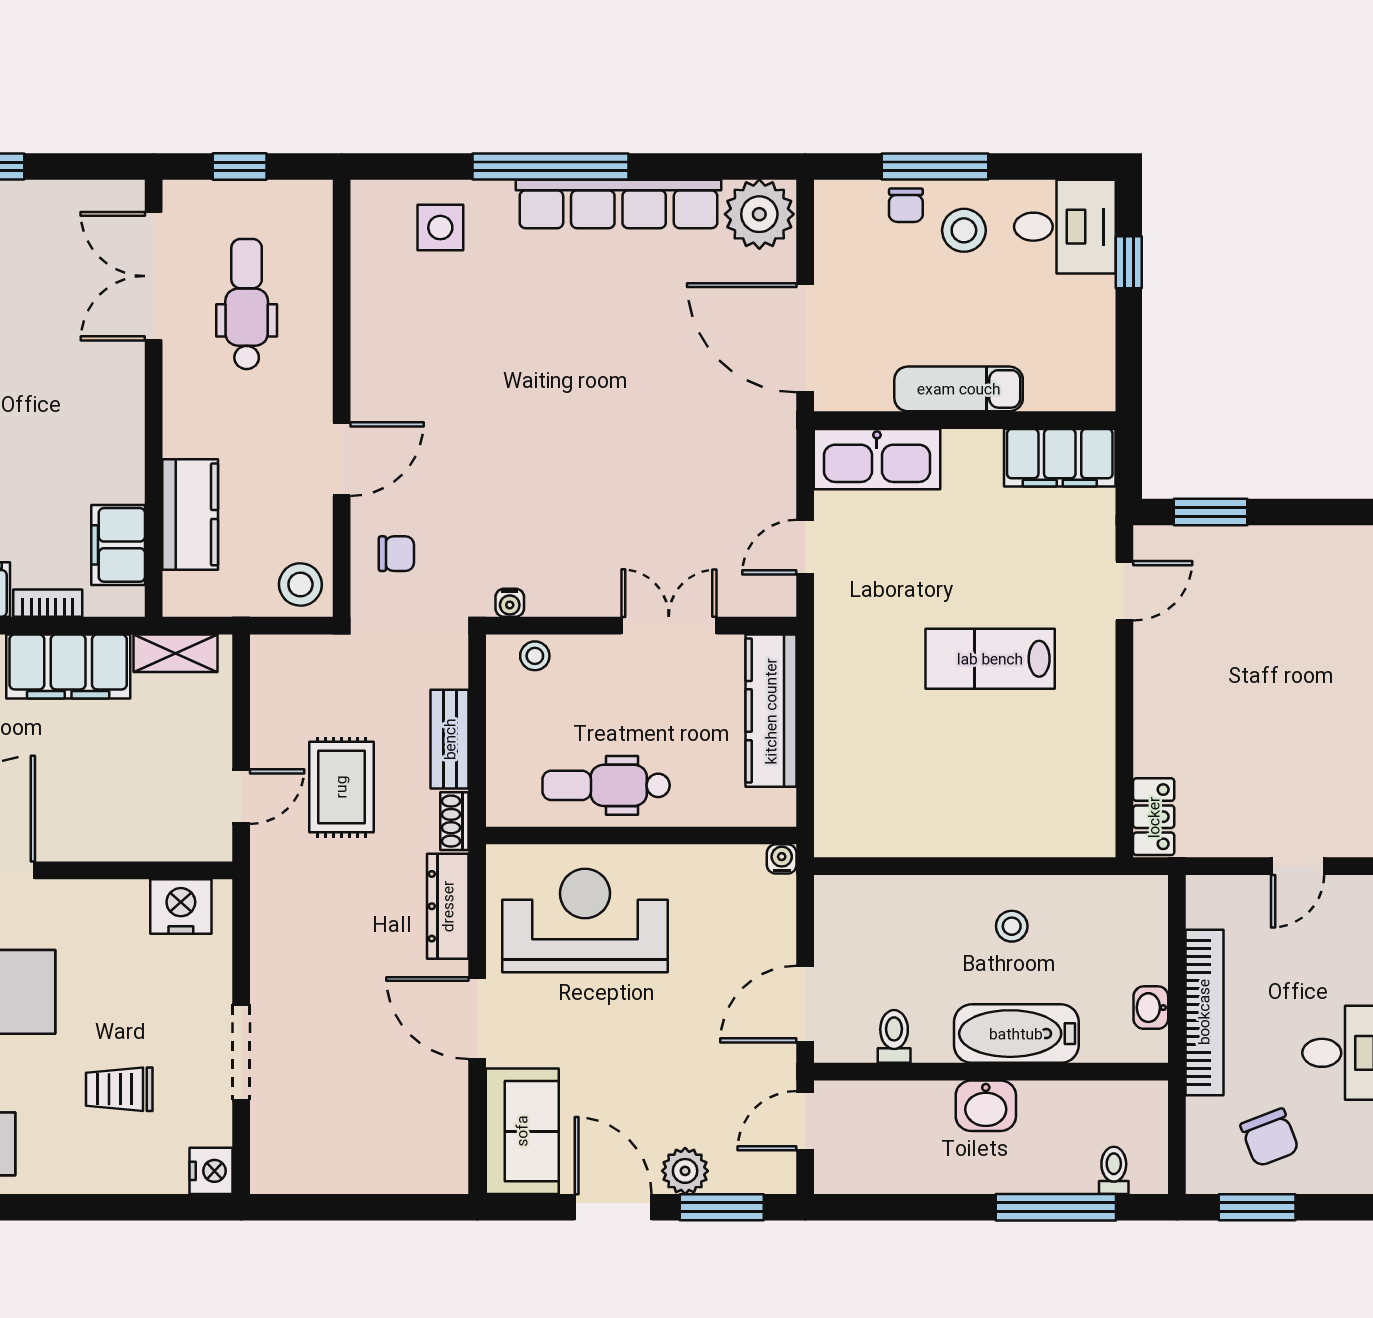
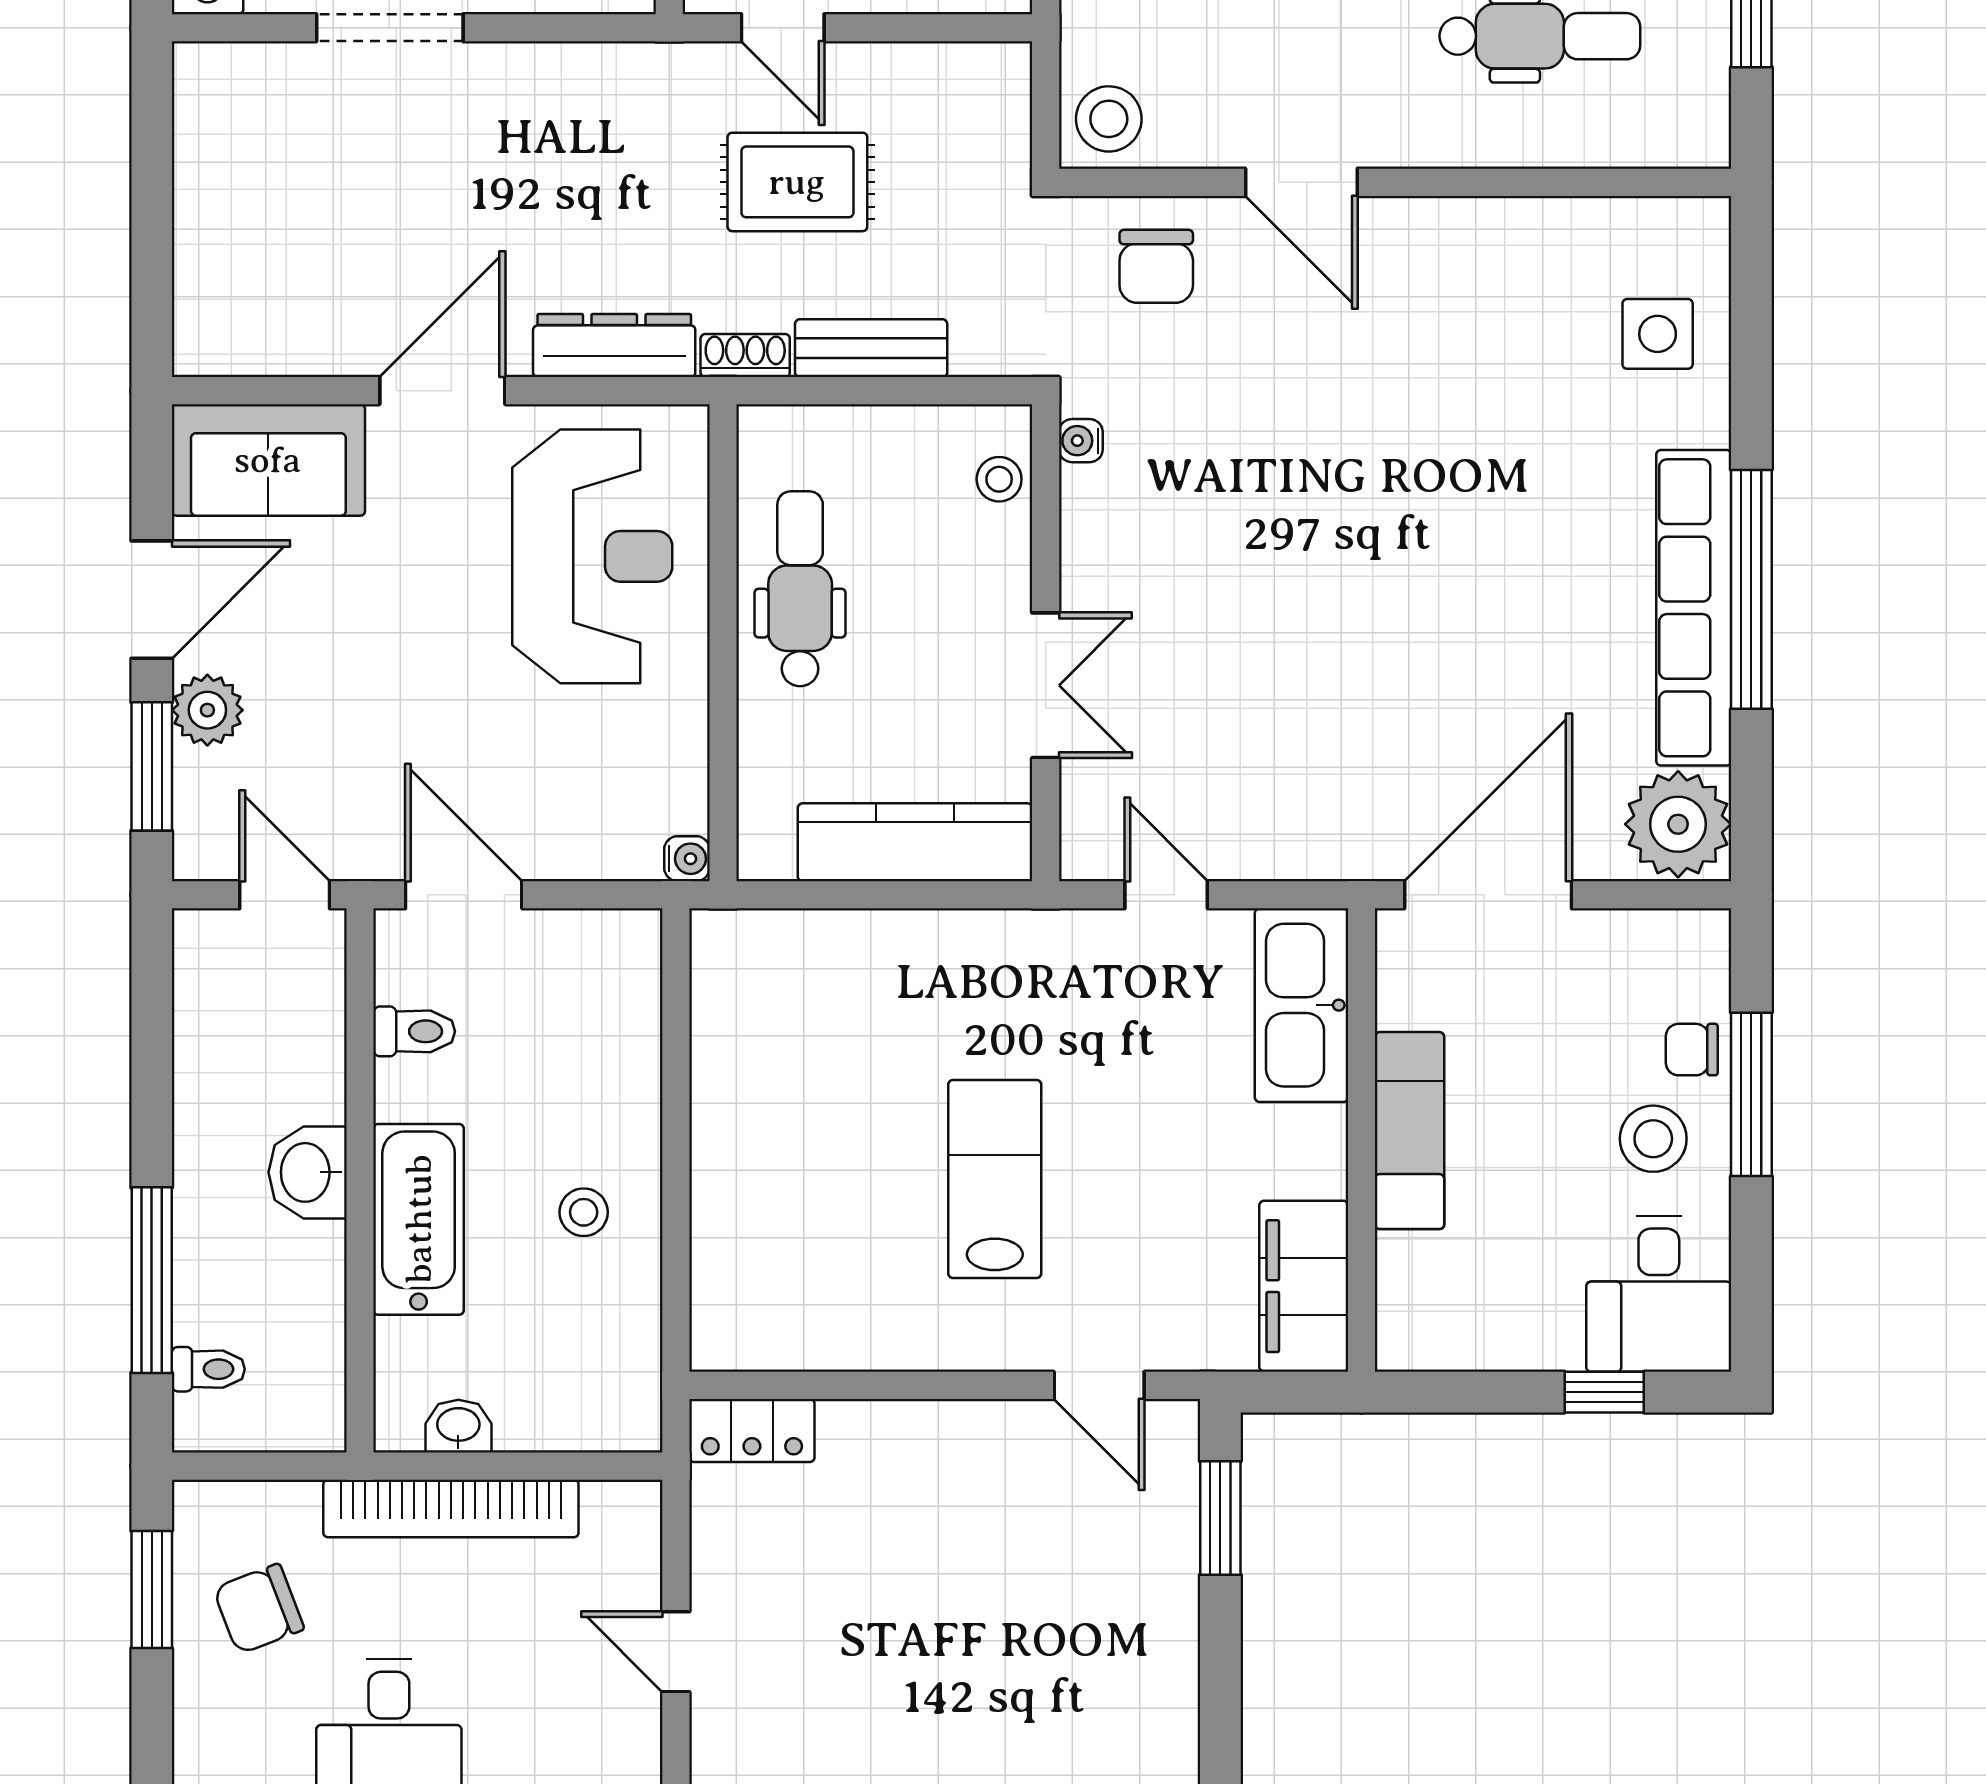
window: (551, 166) -> (1751, 589), moved
chair: (396, 554) -> (1156, 266), width x1.37, depth x1.37

